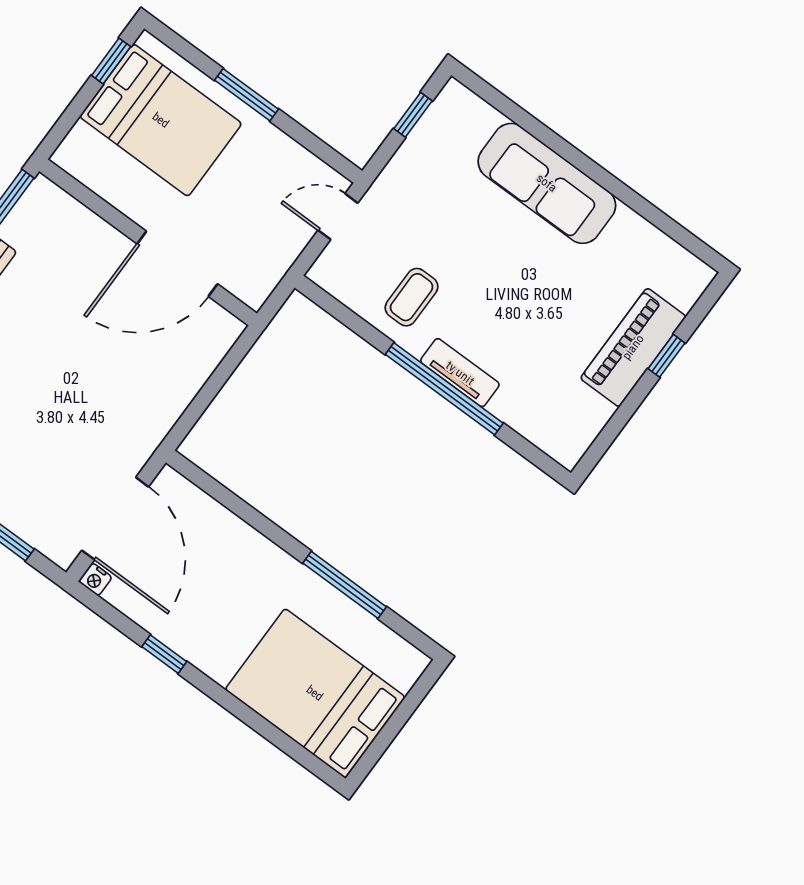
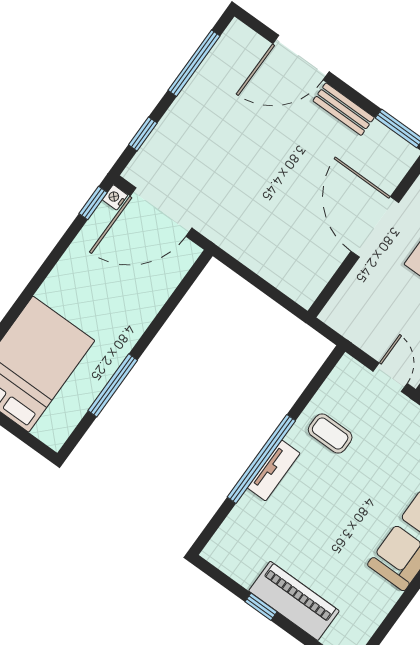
door: (177, 264) -> (375, 227), moved
window: (667, 356) -> (261, 607), moved
window: (164, 654) -> (93, 203), moved

